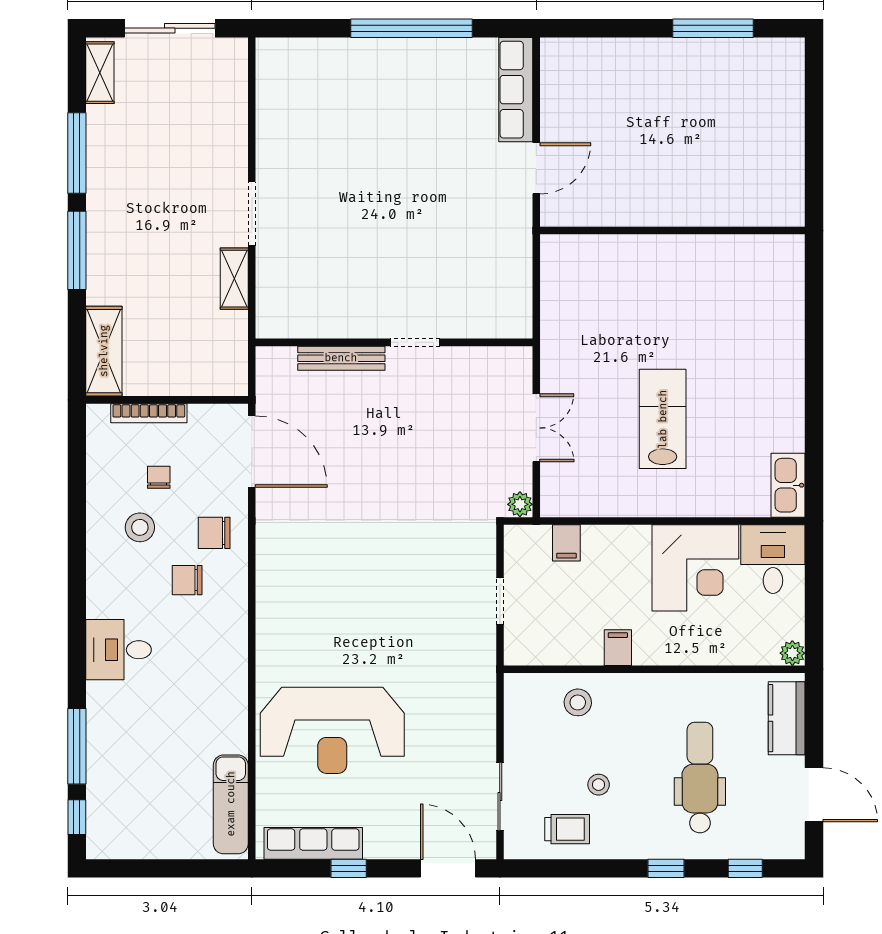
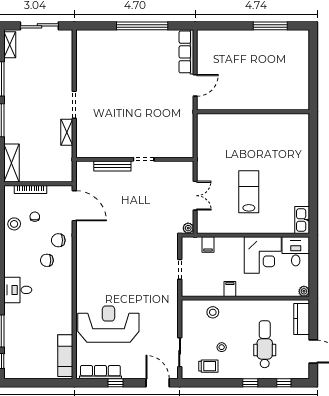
stool: (140, 527) -> (14, 224), moved
reception desk: (332, 730) -> (108, 324), turned 180

